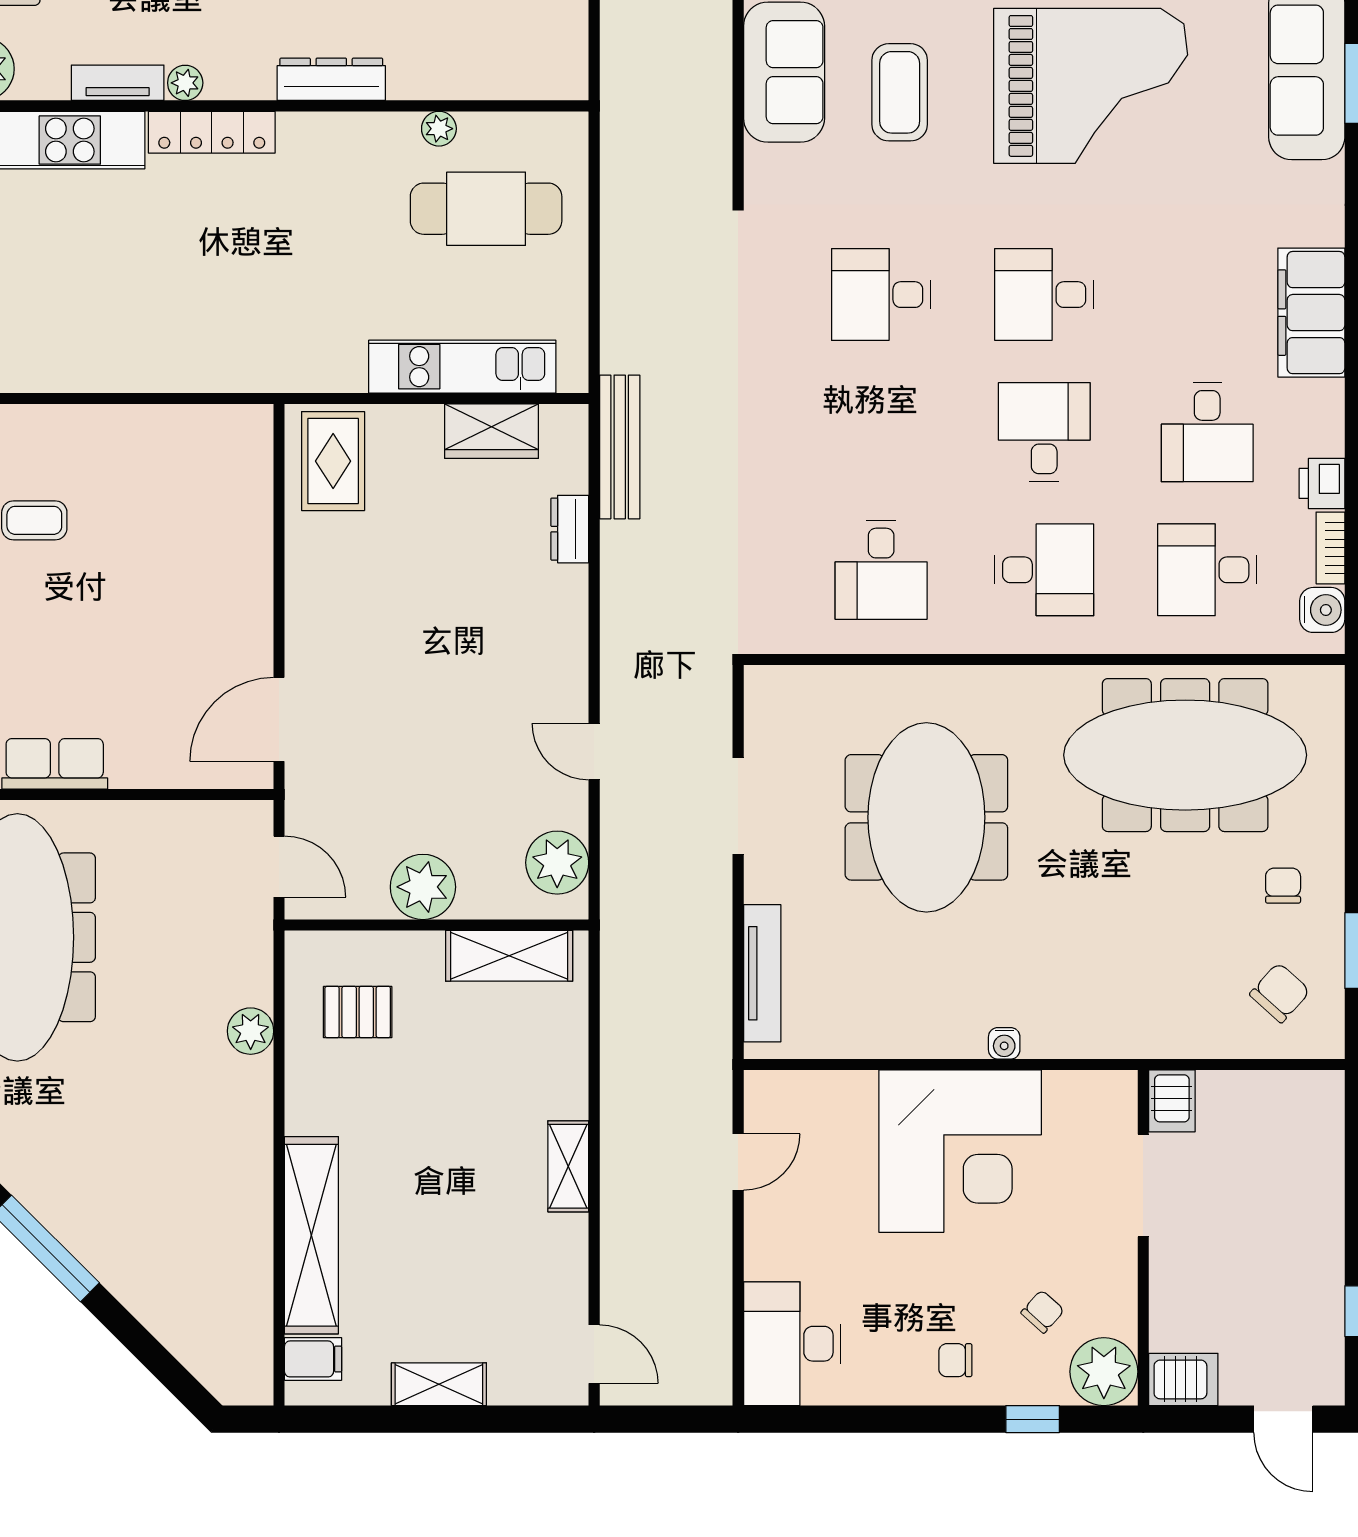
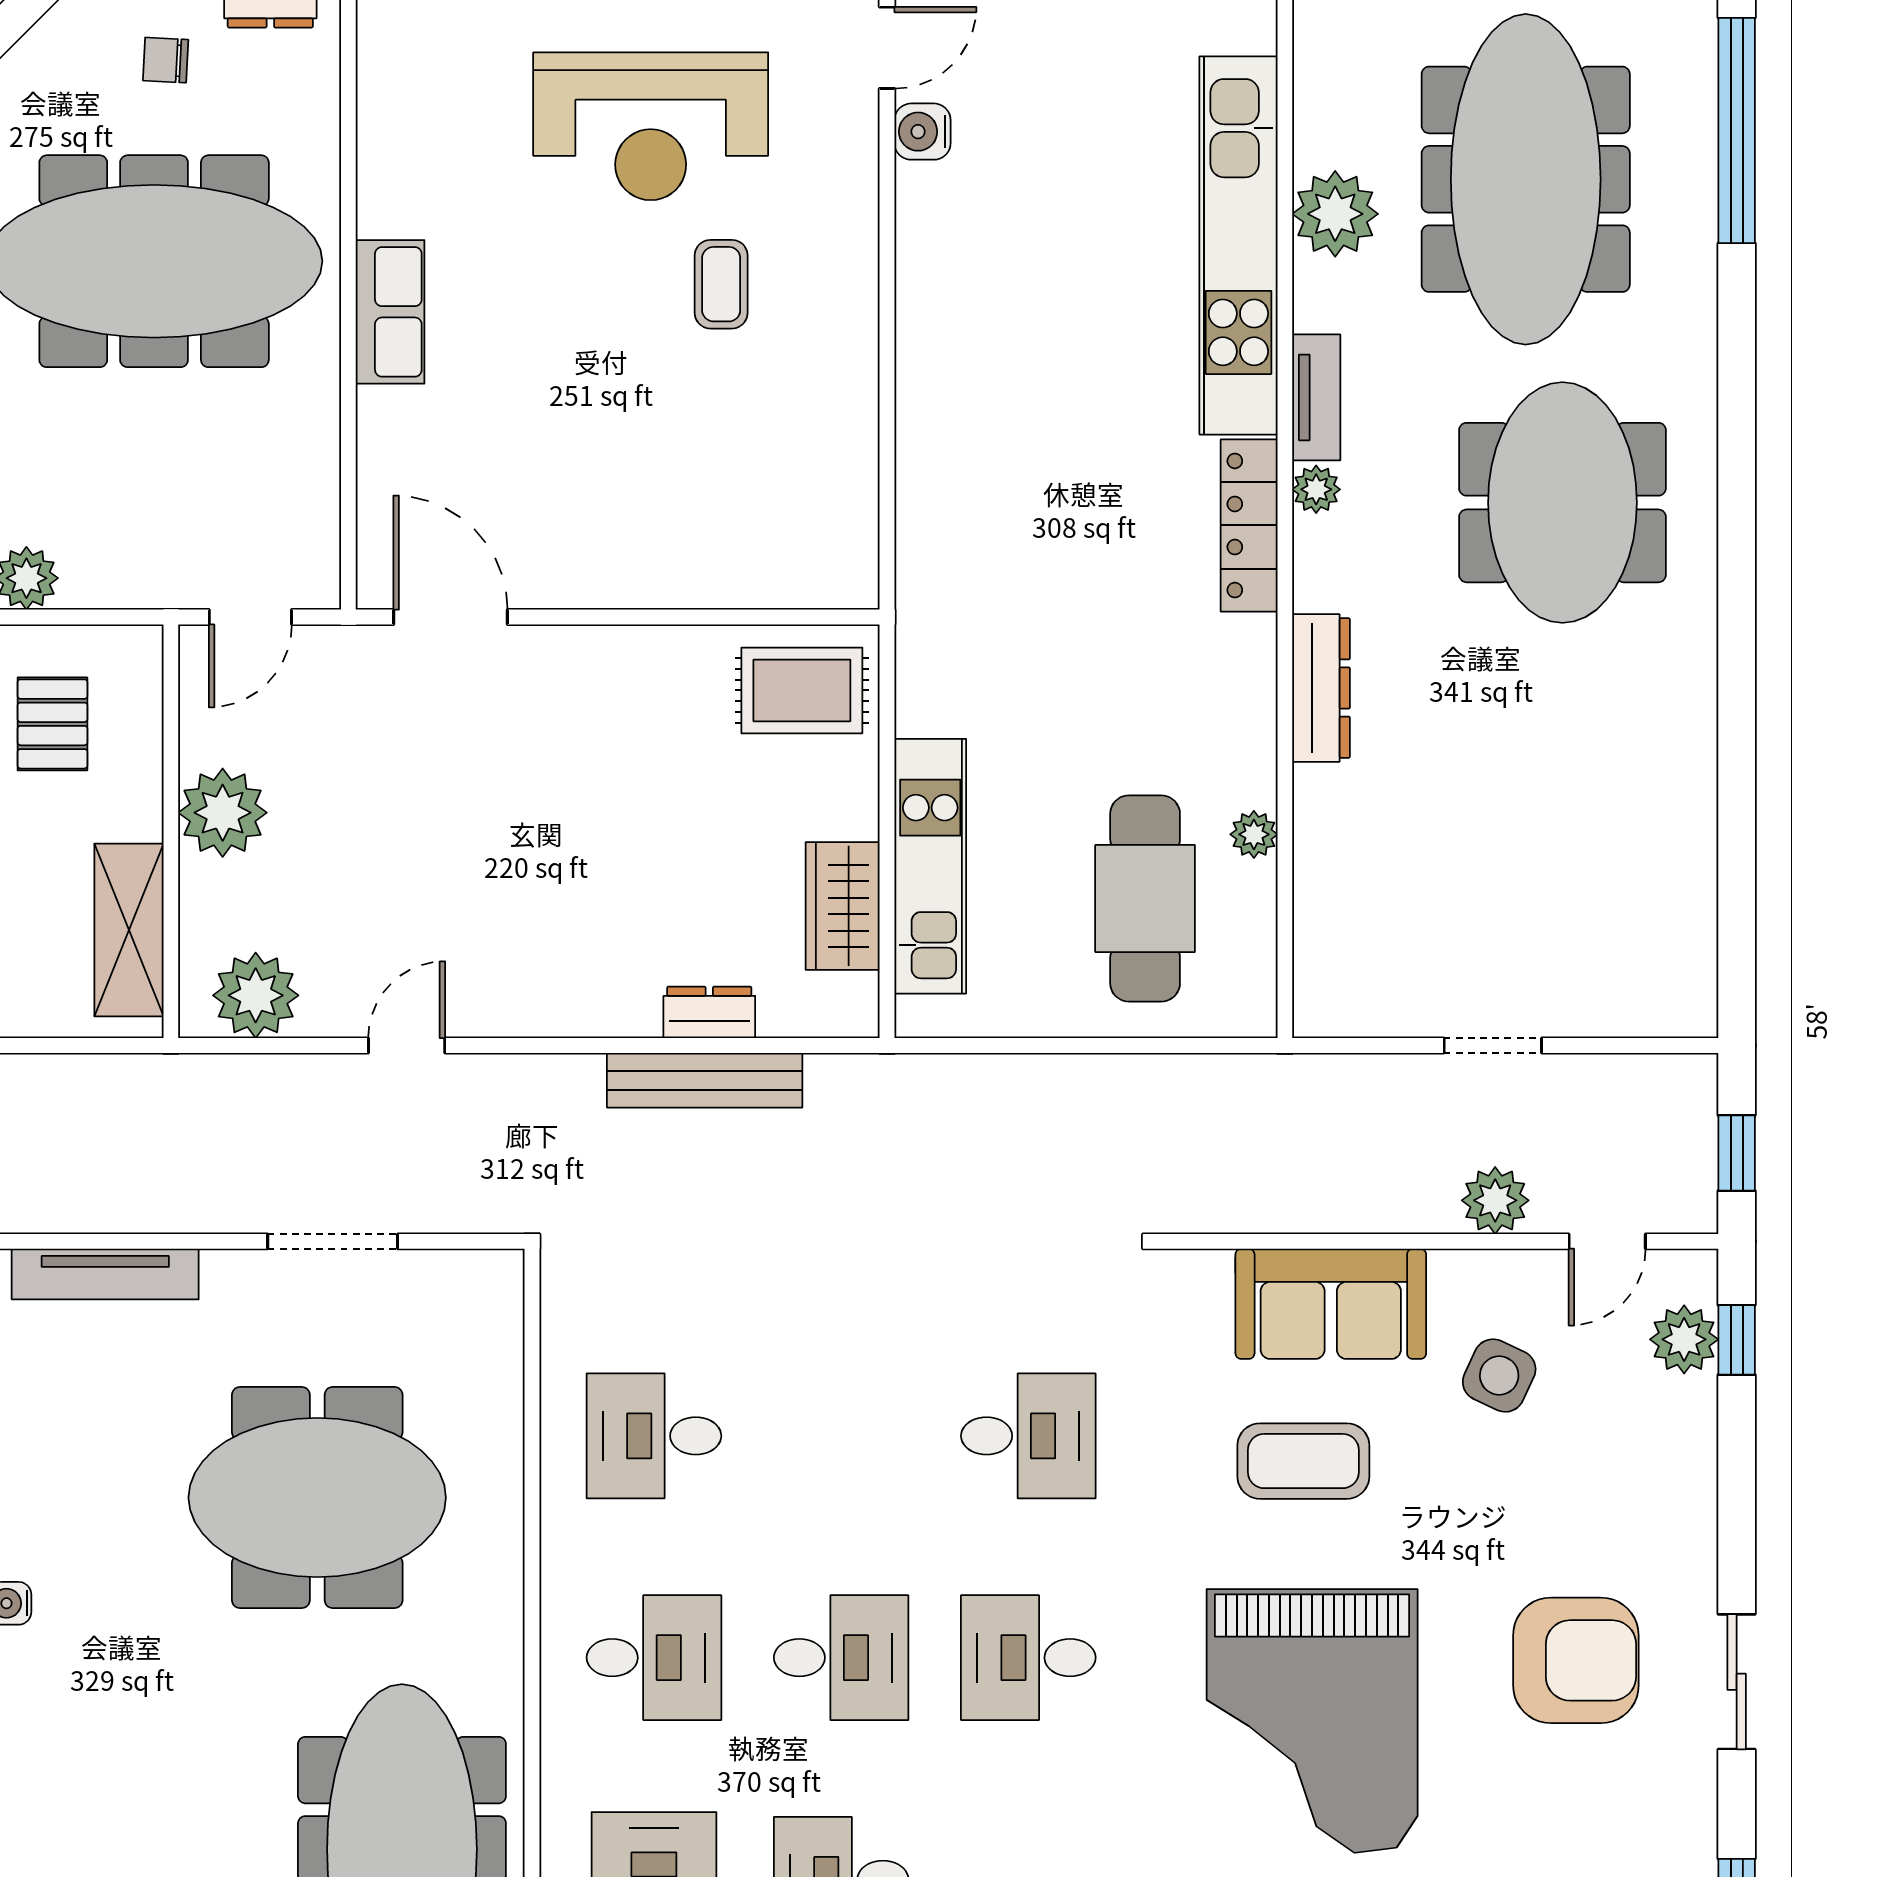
desk: (881, 295) -> (1028, 1436), turned 90
desk: (1044, 295) -> (1028, 1658), turned -90
bench: (620, 447) -> (705, 1080), moved
desk: (1044, 570) -> (654, 1658), turned -90

